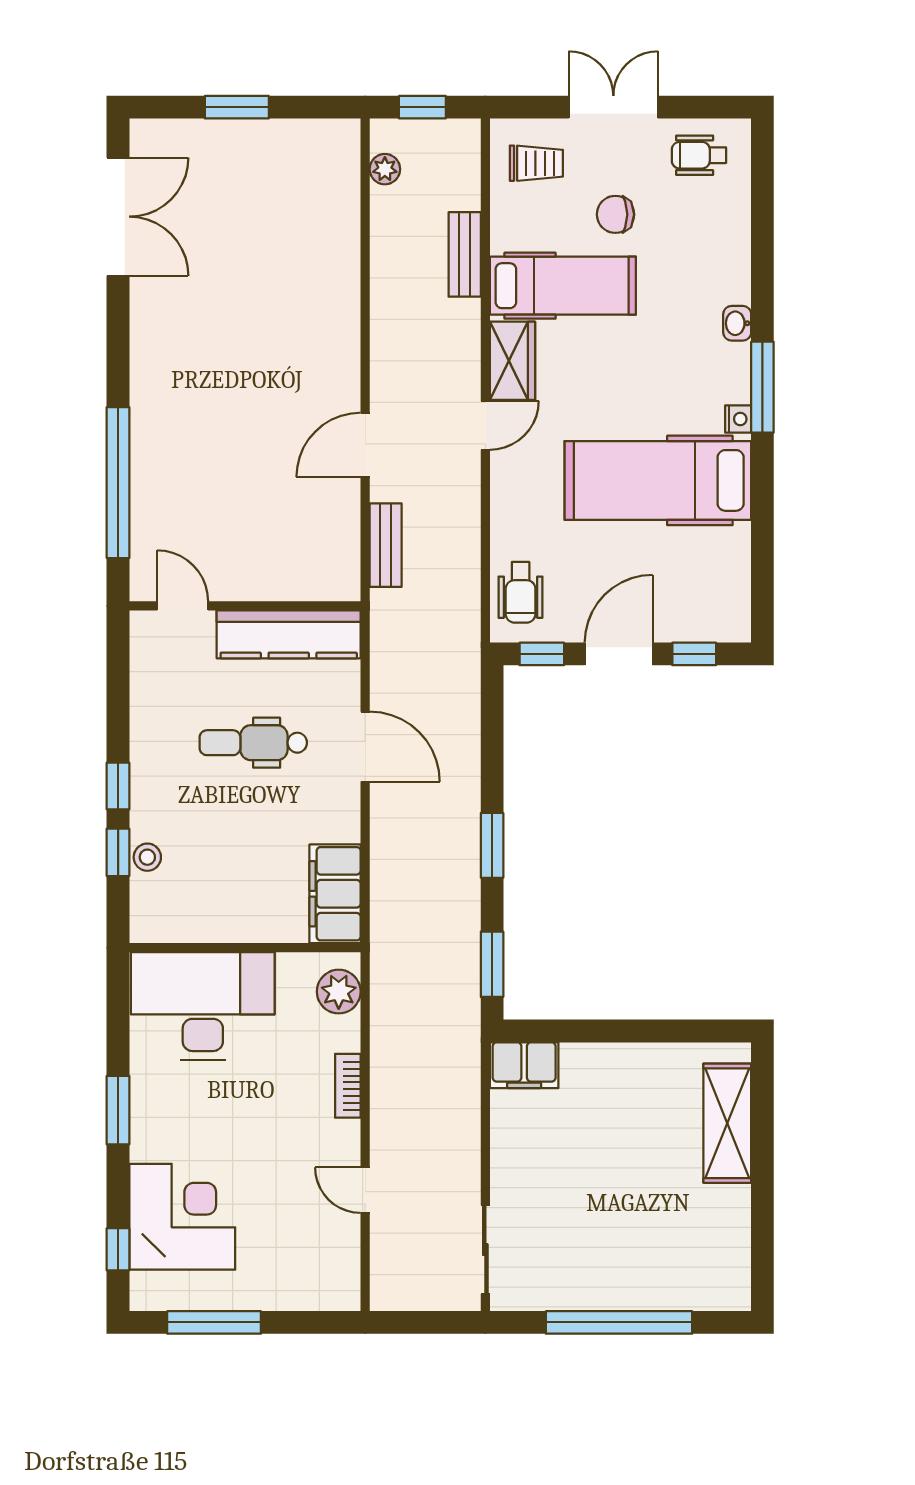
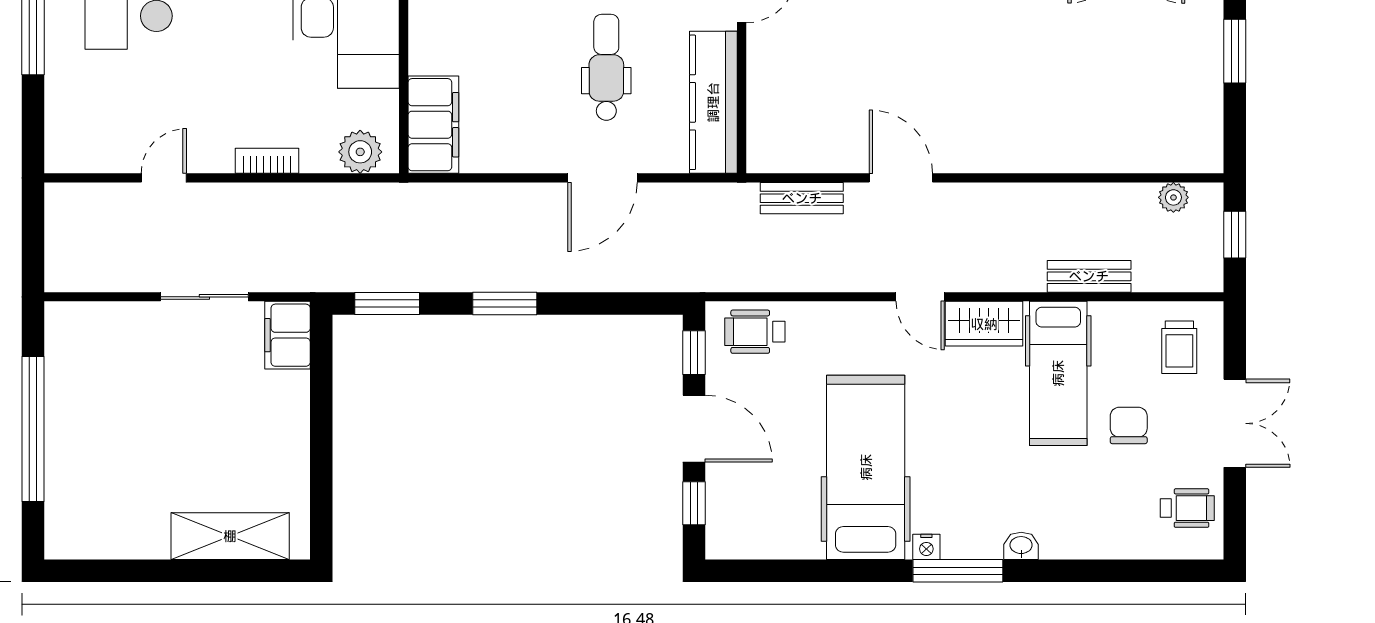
wheelchair: (699, 155) -> (1187, 508), turned 90
filing cabinet: (335, 894) -> (433, 125), moved, turned 90
sliding door: (485, 1250) -> (204, 297), moved

